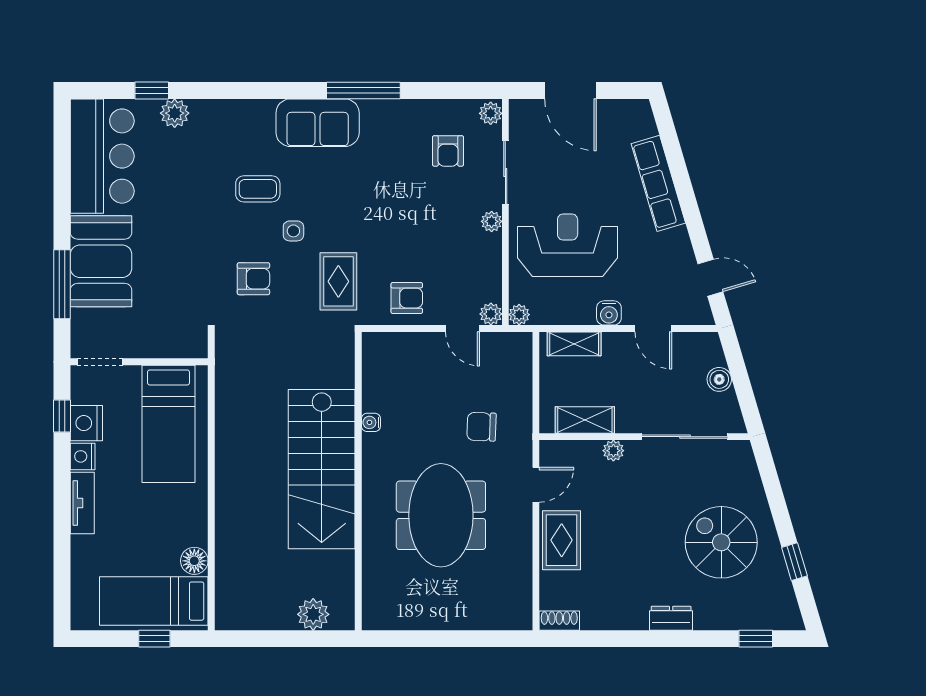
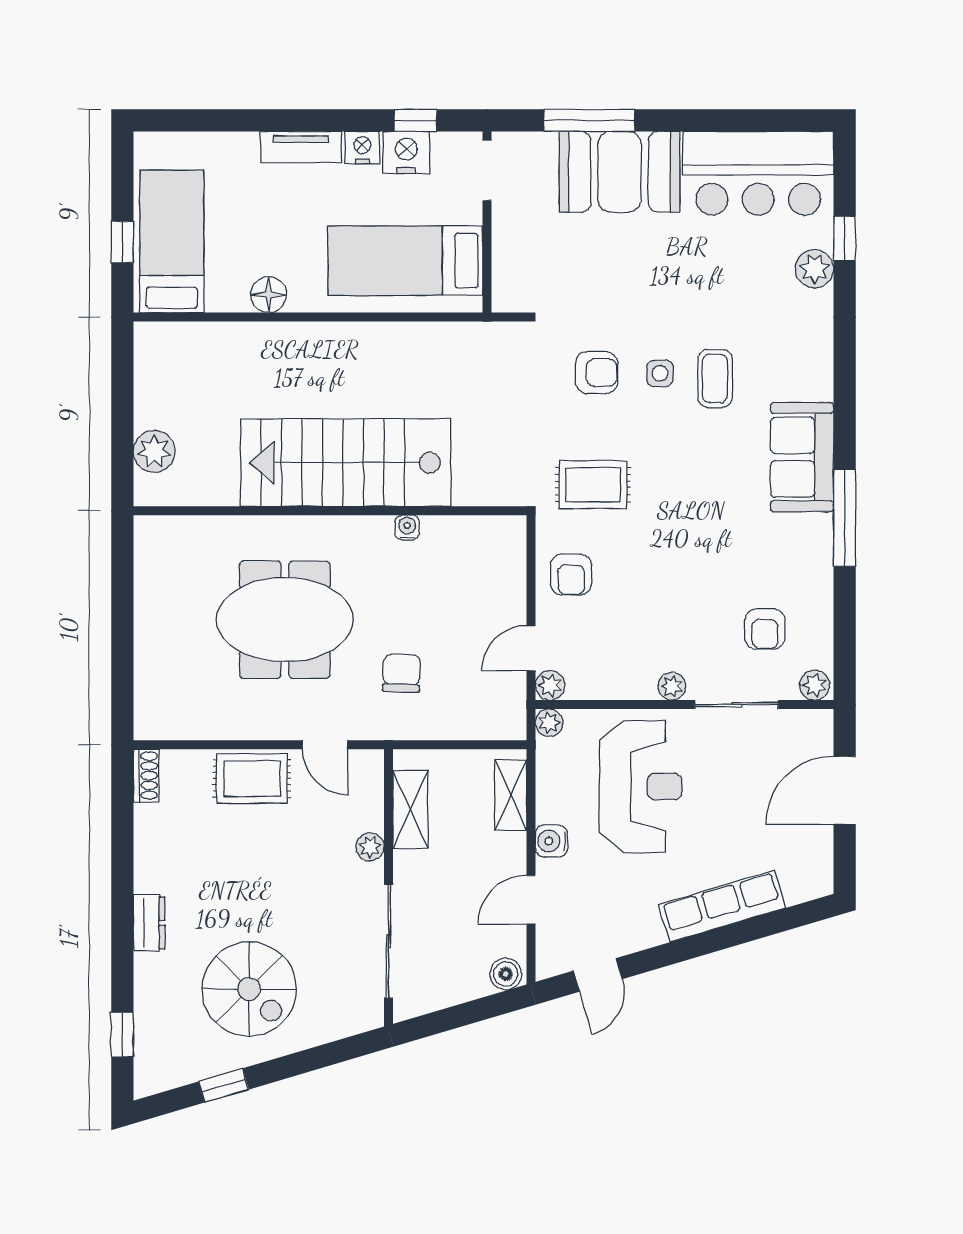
armchair: (448, 151) -> (765, 629), turned -90
side table: (293, 231) -> (660, 373), moved
armchair: (253, 279) -> (597, 373), turned -90
boiler: (719, 379) -> (506, 974), moved
spiral stairs: (721, 542) -> (249, 989), turned 90
floor lamp: (194, 561) -> (269, 295), moved

